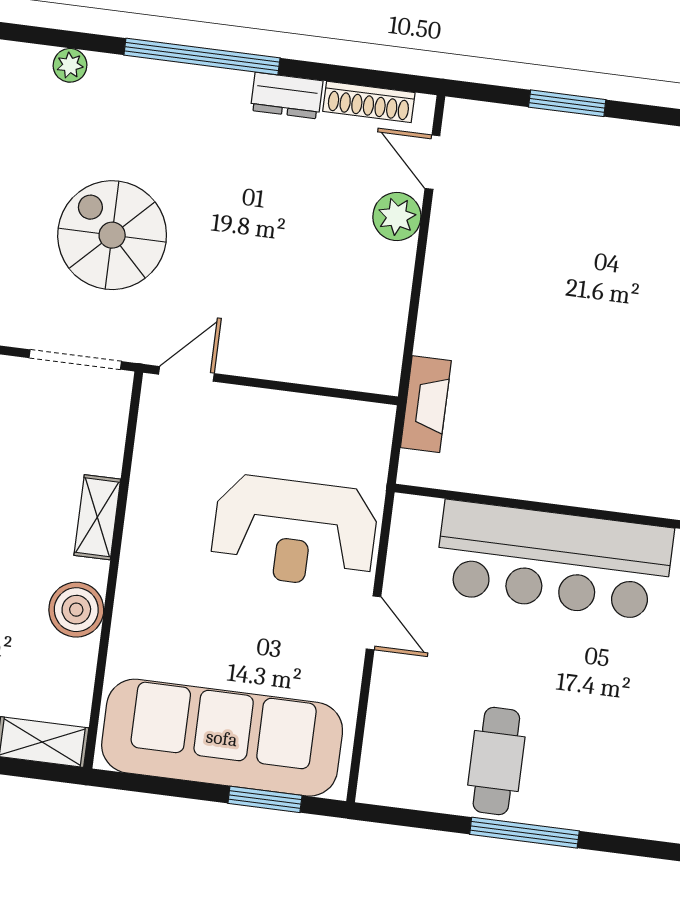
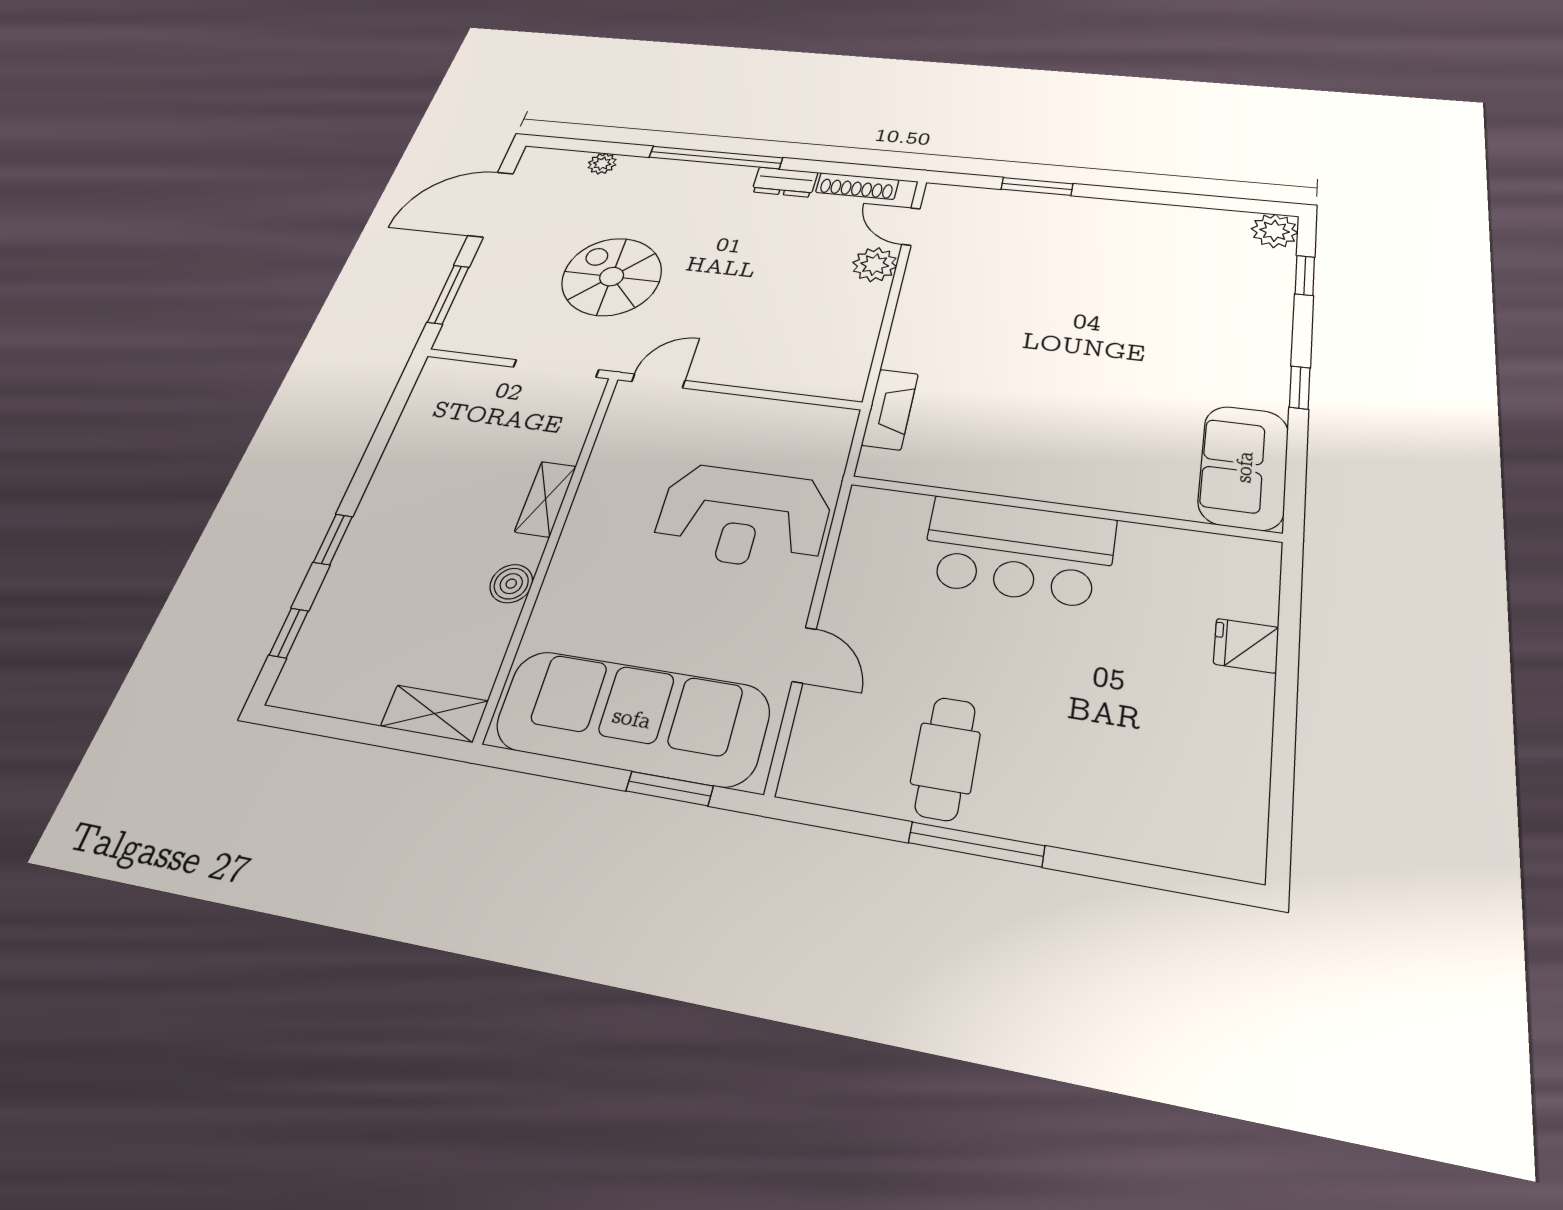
bar counter: (554, 560) -> (1018, 551), width x0.73
boiler: (76, 610) -> (511, 584), width x0.73, depth x0.73
door: (373, 623) -> (804, 655), moved

